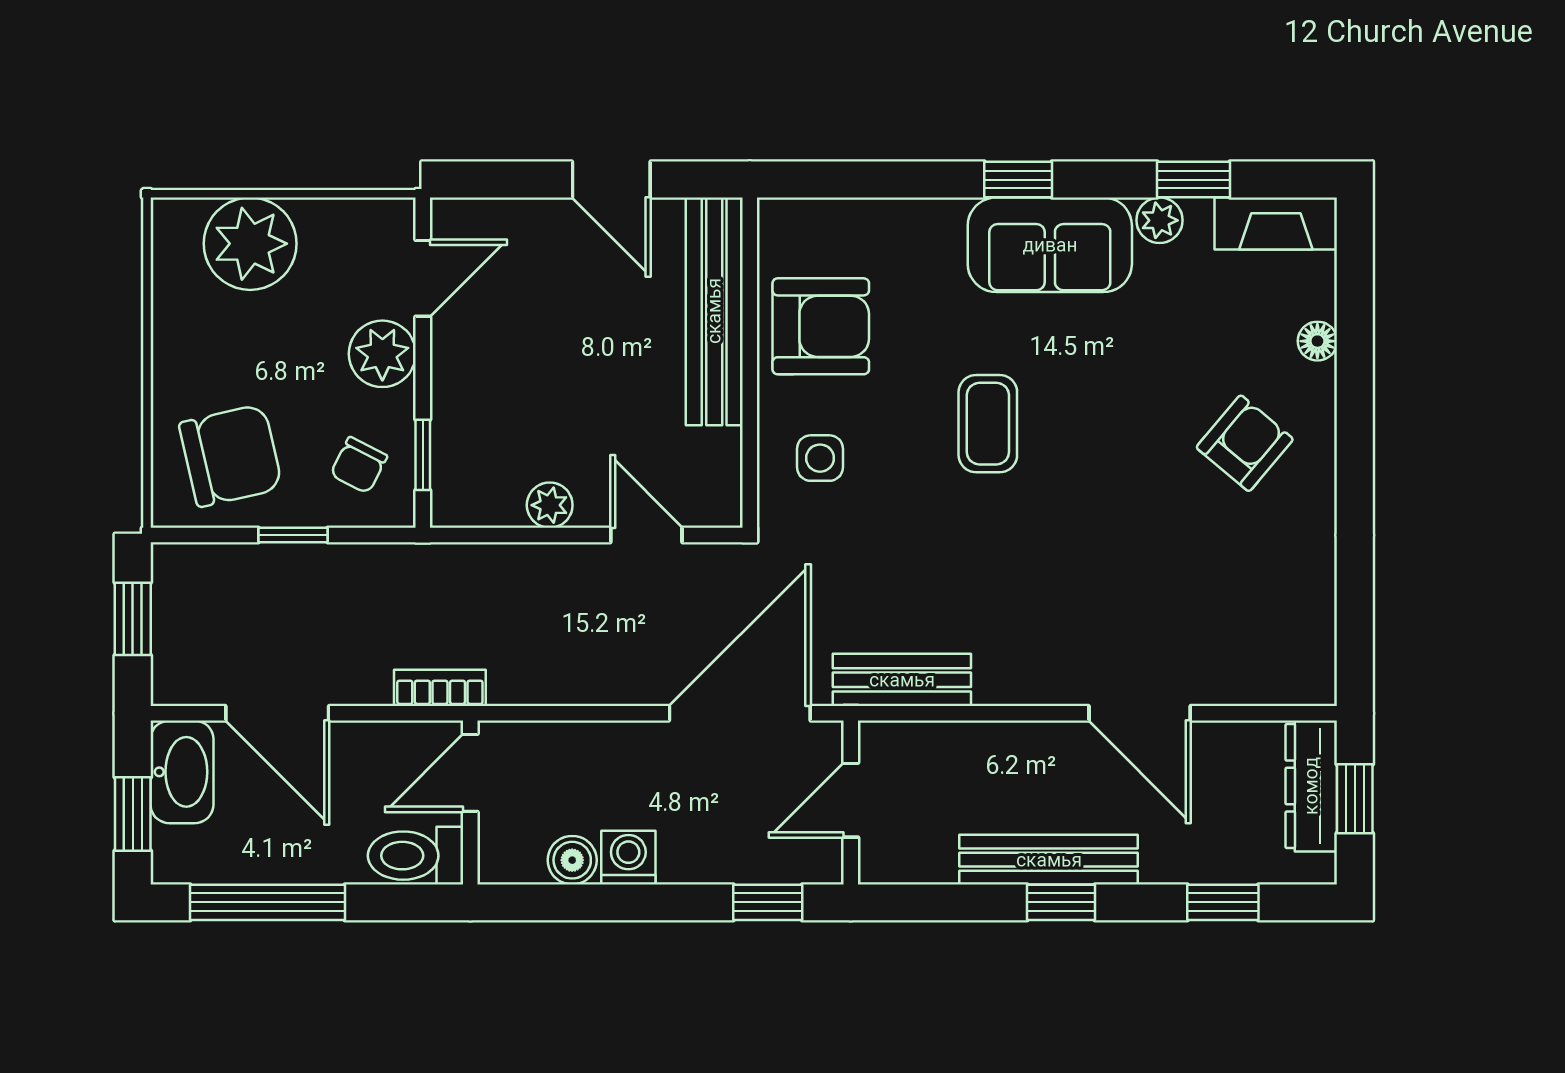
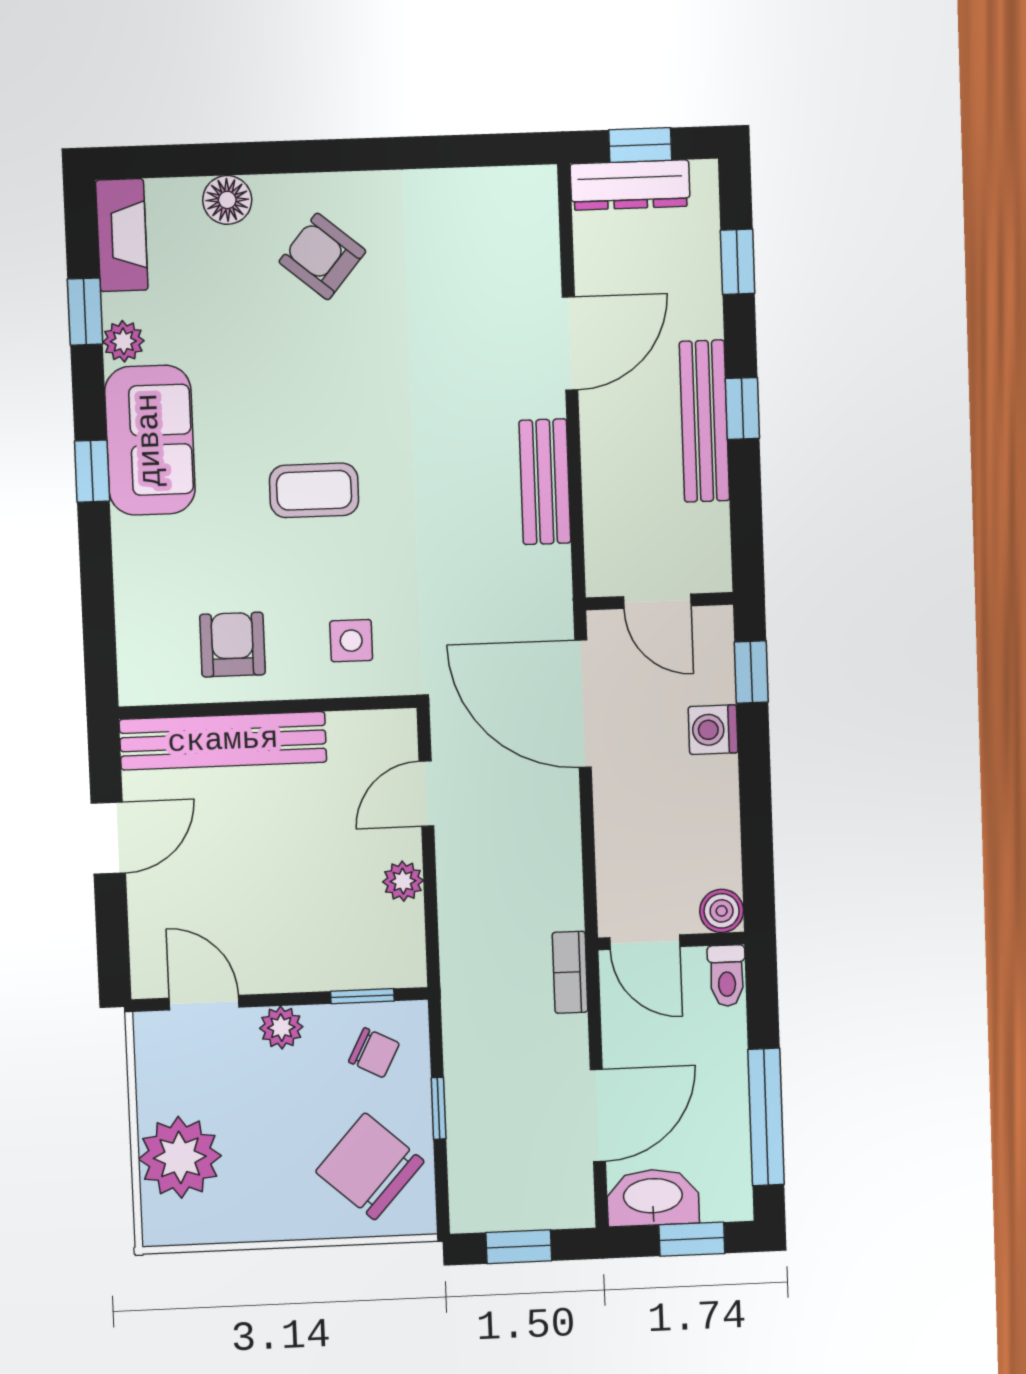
armchair: (821, 326) -> (232, 645), width x0.72, depth x0.72
floor lamp: (1317, 341) -> (227, 200), width x1.37, depth x1.37
plant: (382, 354) -> (281, 1027), width x0.73, depth x0.73
chair: (231, 456) -> (370, 1166), turned -35
bench: (902, 680) -> (545, 482), moved
toilet: (416, 856) -> (727, 976), width x0.73, depth x0.72
washing machine: (628, 858) -> (713, 730), moved
boiler: (572, 860) -> (722, 911), moved

